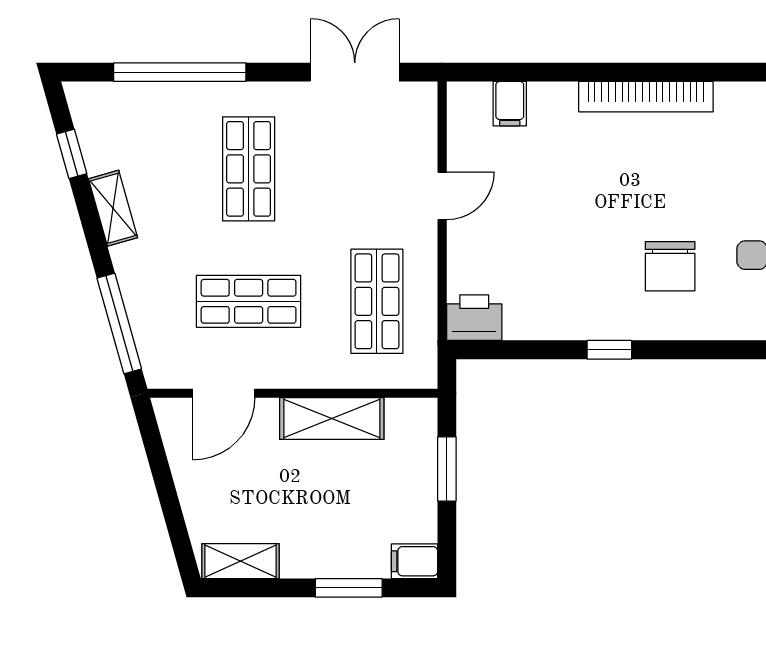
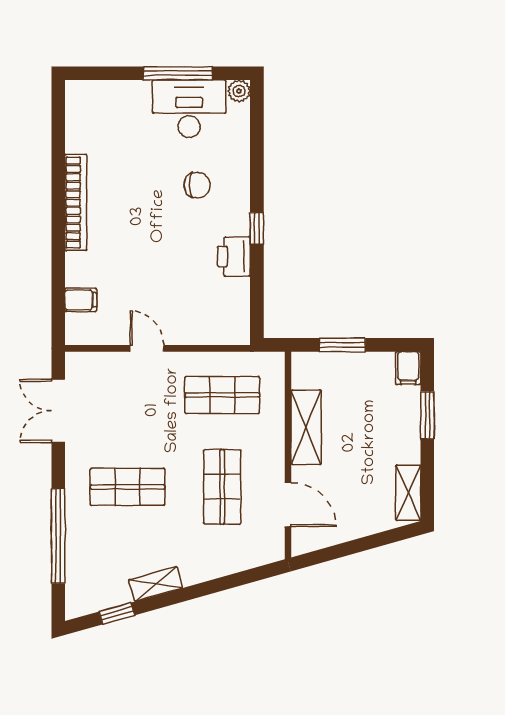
chair: (670, 266) -> (197, 185), width x0.73, depth x0.73
printer: (474, 318) -> (234, 257), moved
window: (119, 323) -> (238, 579), removed

